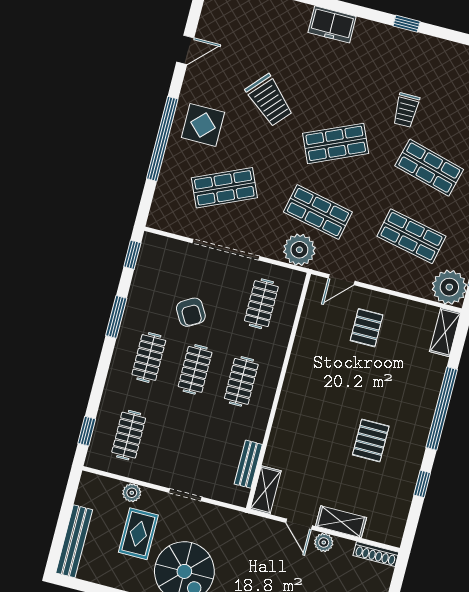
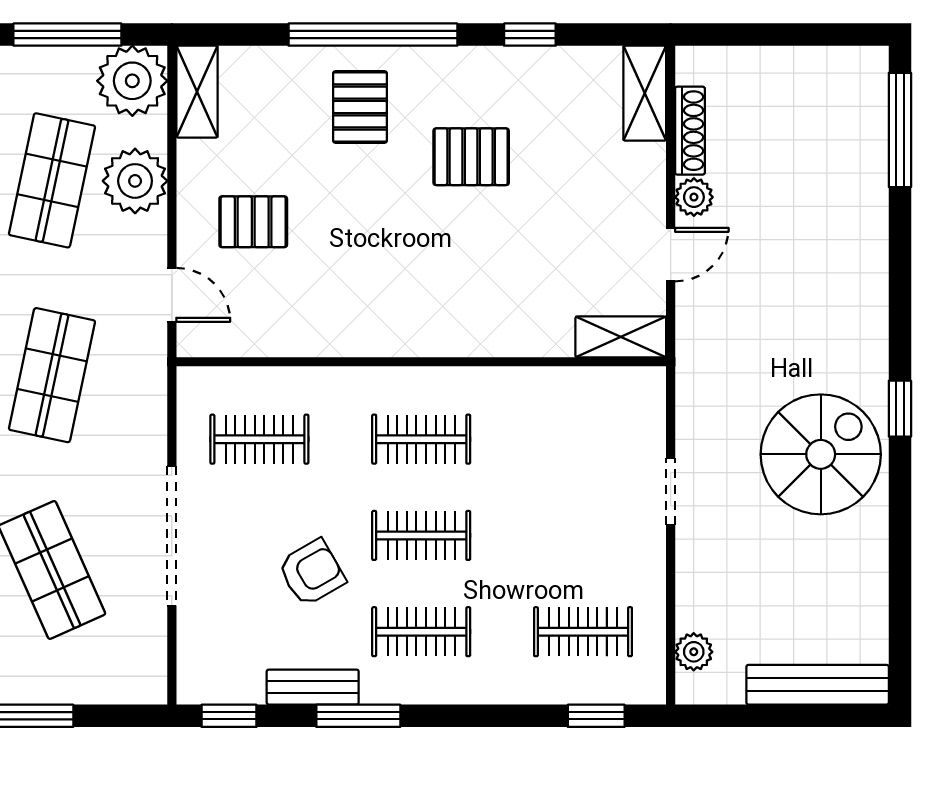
plant: (299, 250) -> (135, 181), moved
shelving: (445, 332) -> (197, 92), moved, turned 90
pallet: (408, 393) -> (360, 107), added
bench: (248, 464) -> (313, 687), moved
plant: (132, 493) -> (694, 652), moved
shelving: (341, 522) -> (645, 93), moved
rug: (138, 534) -> (770, 563), removed
shoe rack: (376, 554) -> (690, 131), moved

